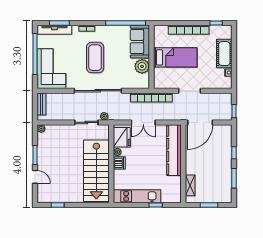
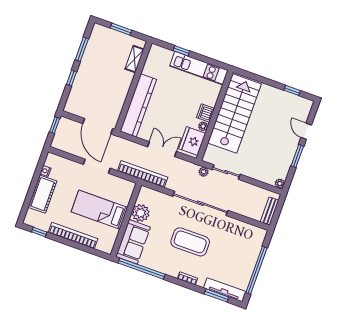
coffee table: (95, 58) -> (190, 242), turned 90
corner sofa: (51, 69) -> (244, 247), removed
door: (200, 122) -> (98, 126), swing flipped

